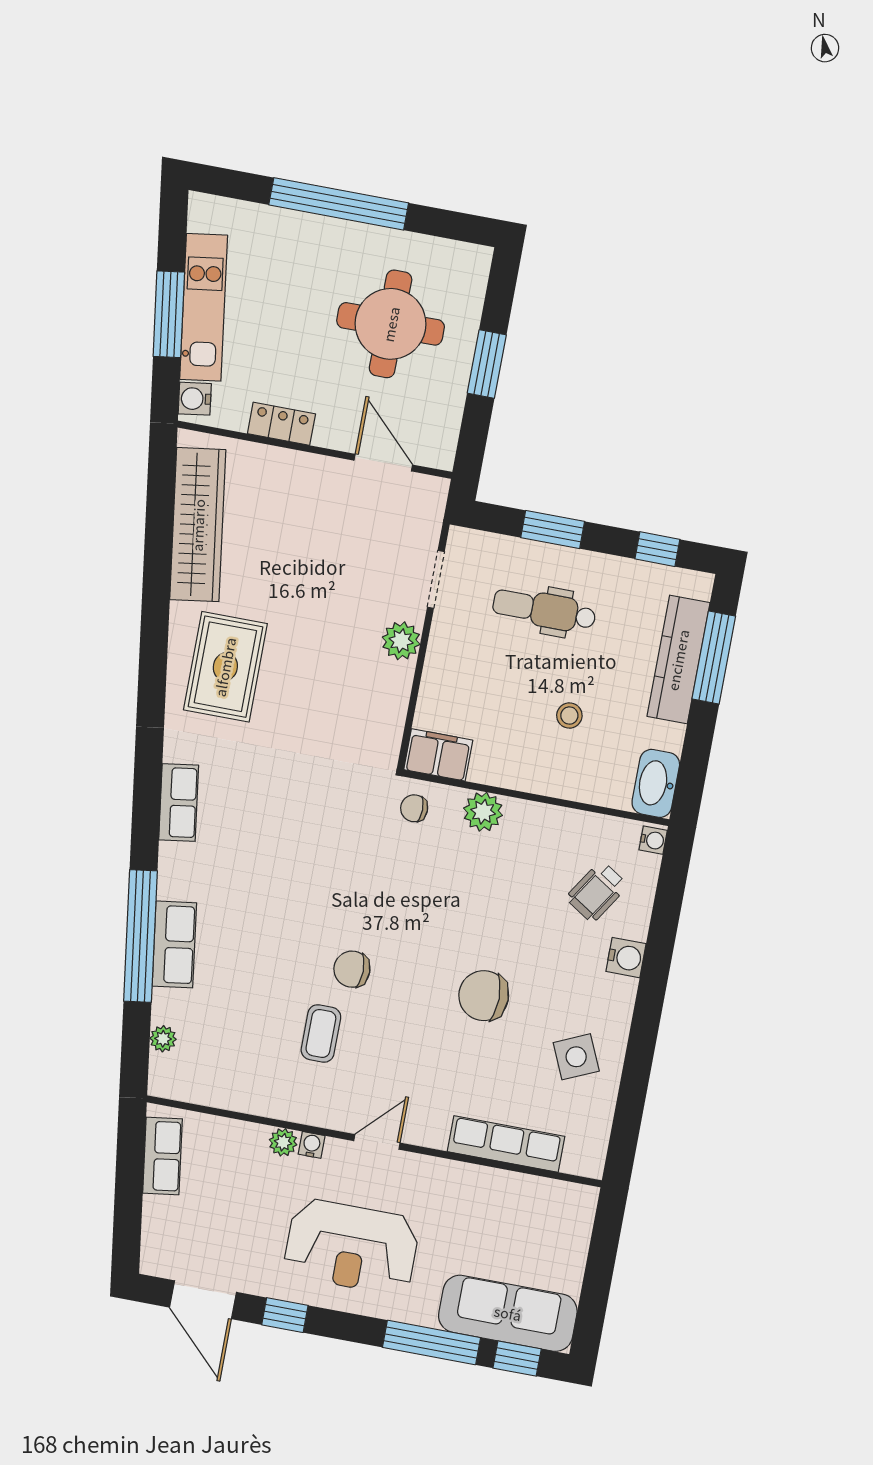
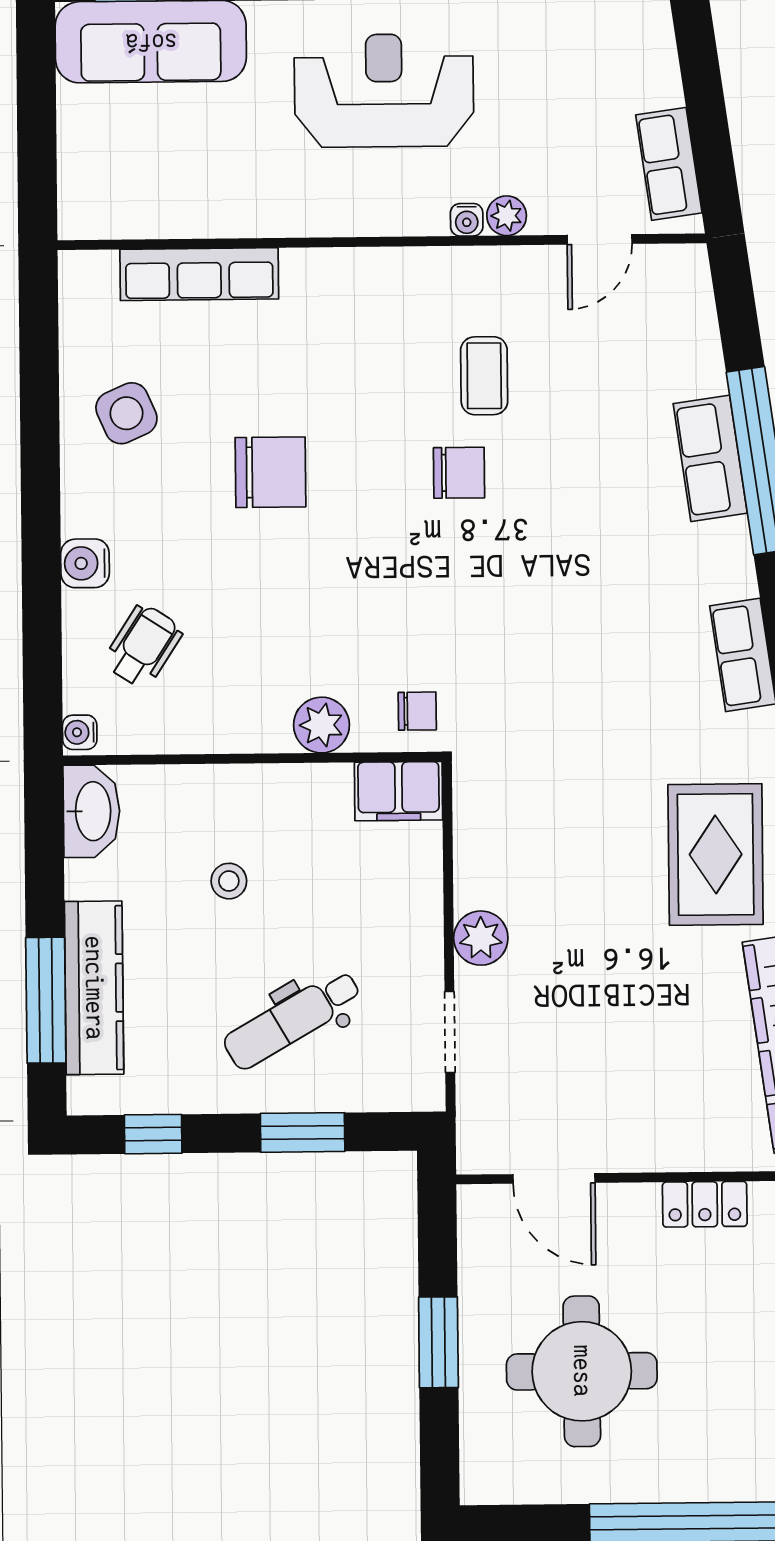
dental chair: (544, 610) -> (292, 1019), turned 150
plant: (163, 1039) -> (700, 325), removed
door: (377, 1142) -> (600, 239), moved

